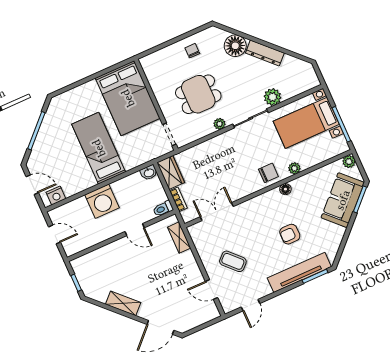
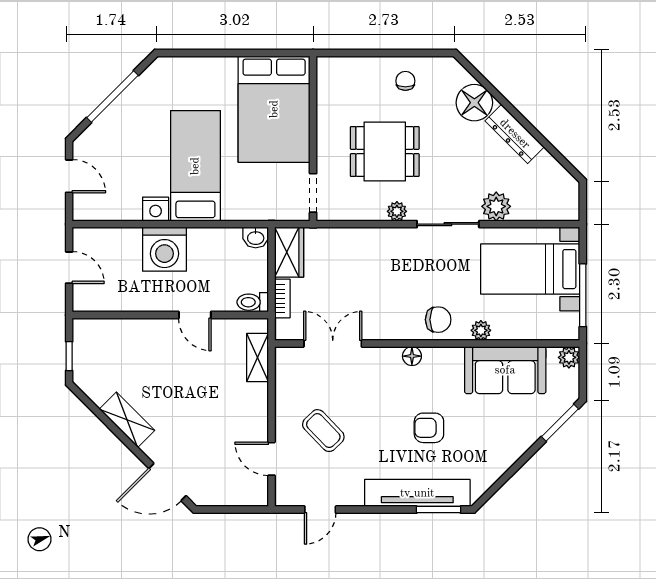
floor lamp: (285, 189) -> (412, 356), moved
nightstand: (56, 196) -> (156, 209), moved
sofa: (343, 200) -> (505, 370), moved, turned -135

